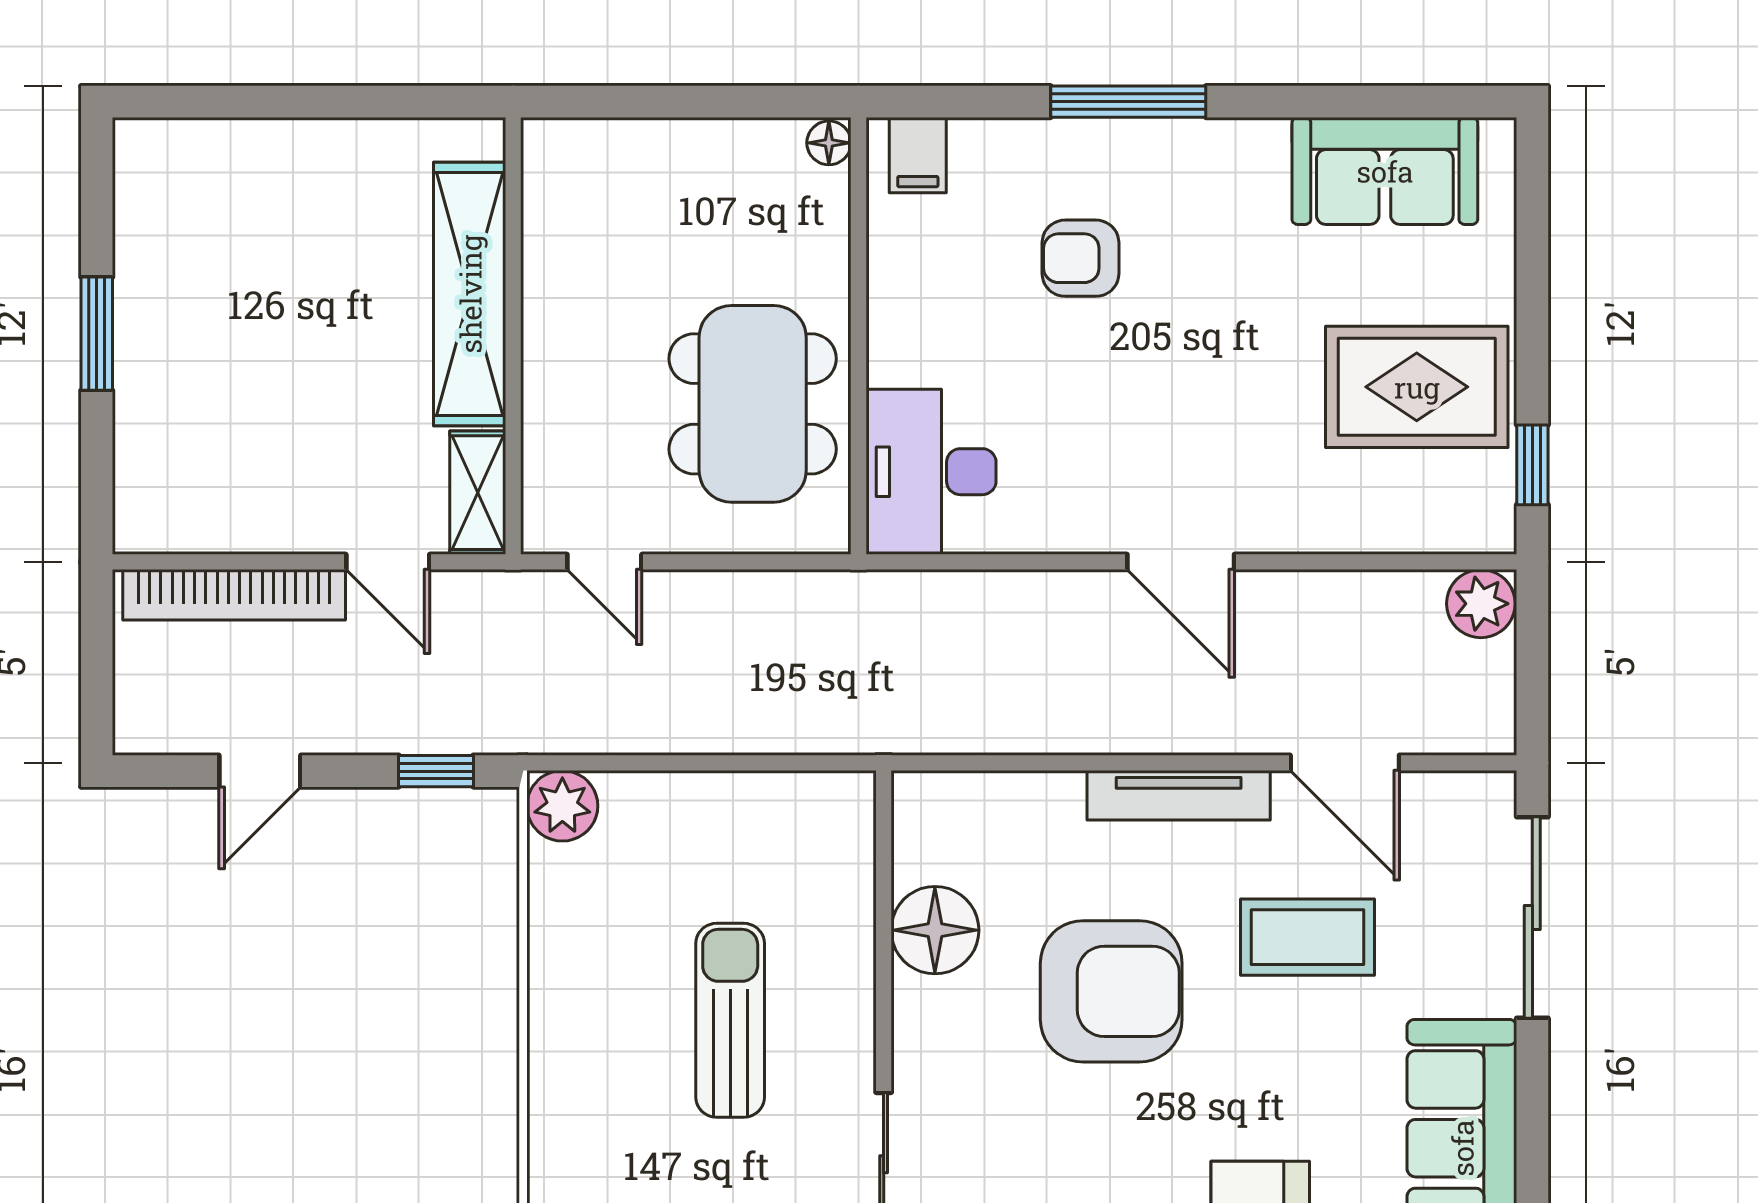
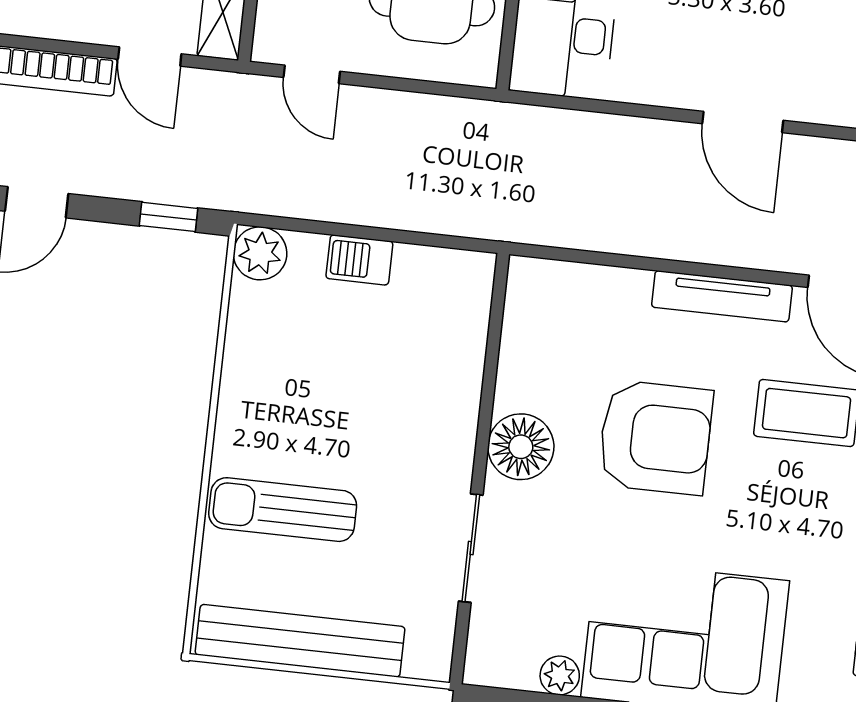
barbecue: (694, 800) -> (359, 260), added
floor lamp: (935, 930) -> (521, 447), moved
sun lounger: (730, 1020) -> (283, 510), moved, turned -90

